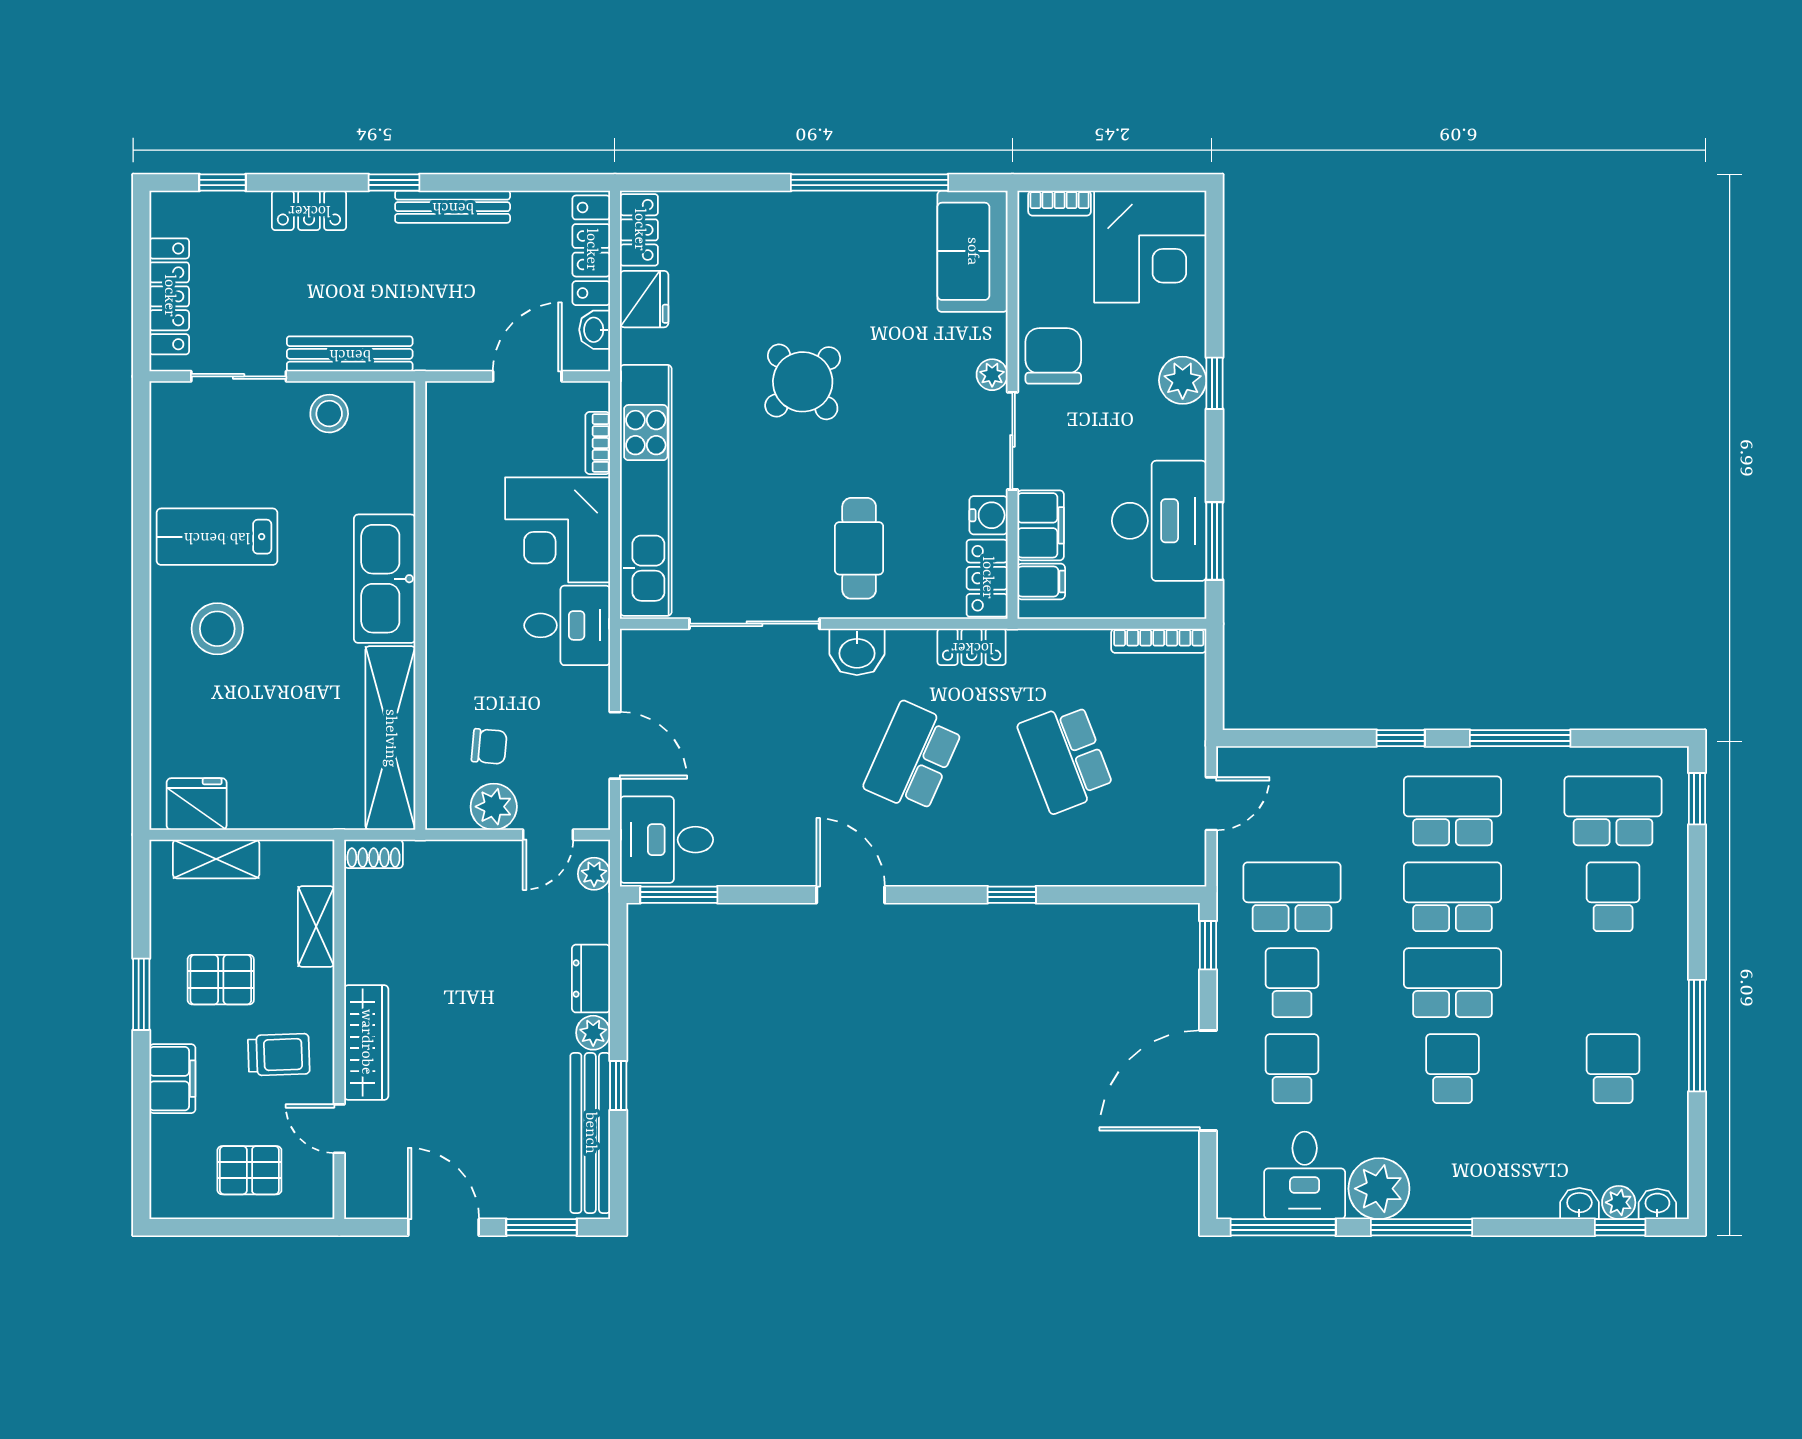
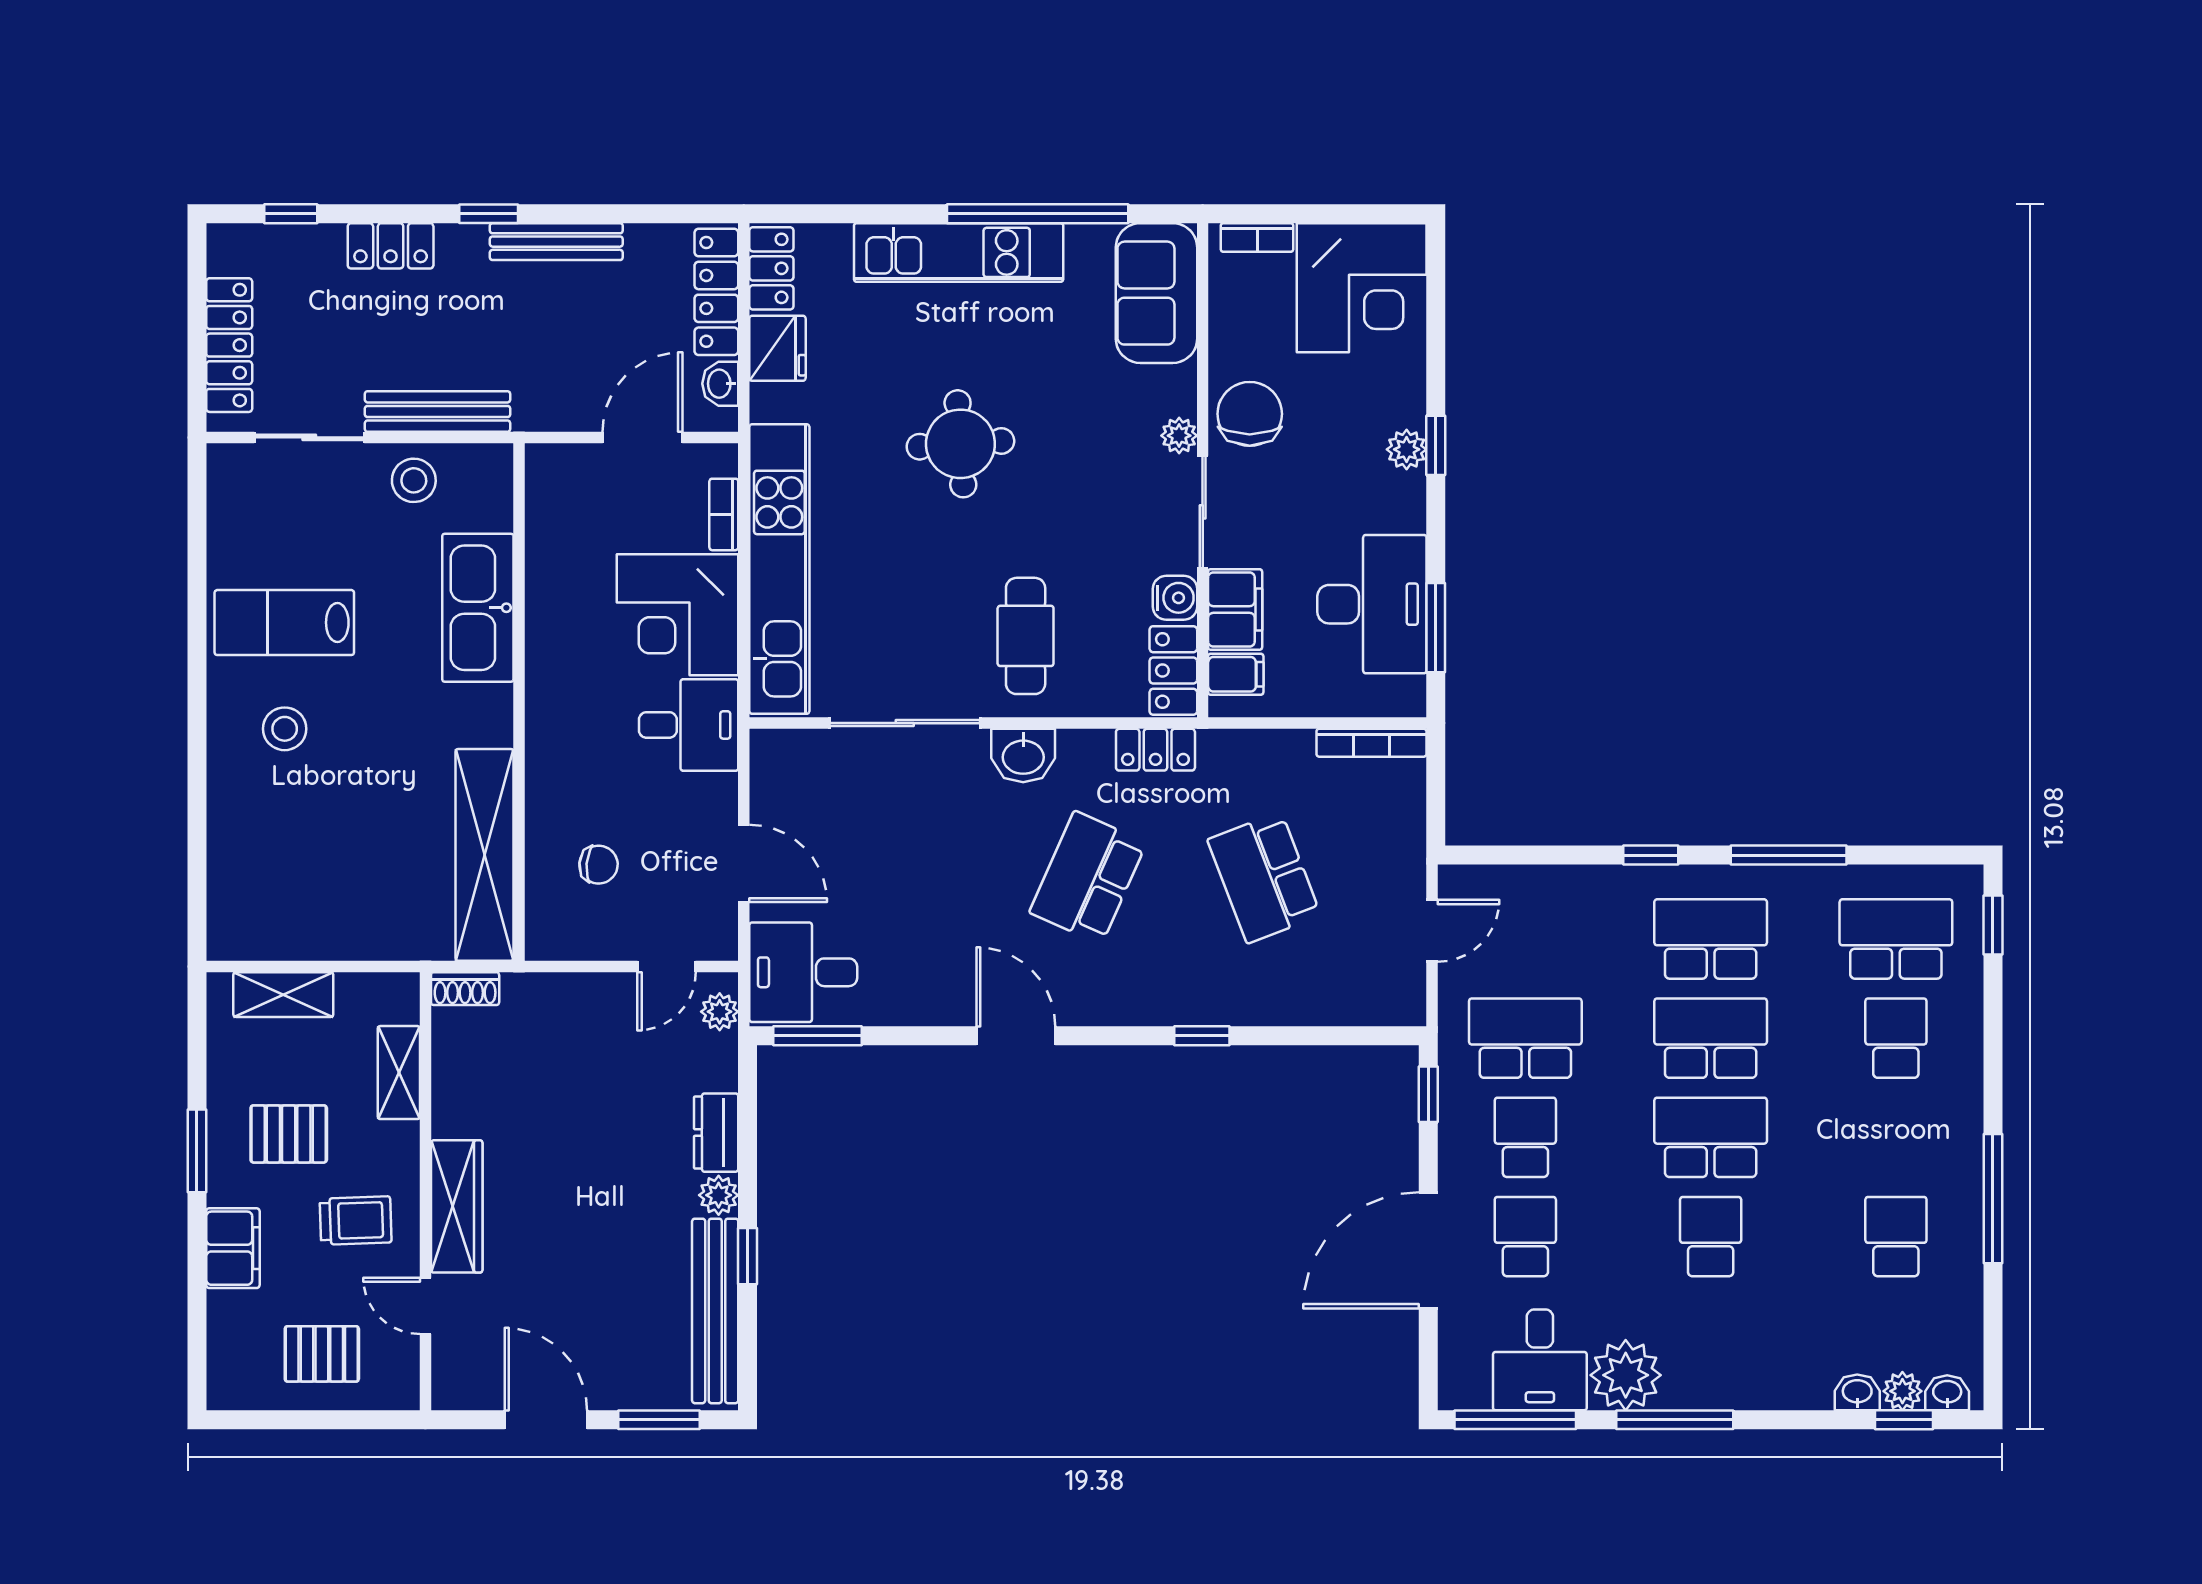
kitchen unit: (801, 216) -> (959, 252), added
plant: (1183, 380) -> (1407, 449), width x0.73, depth x0.73
round table: (803, 382) -> (960, 444), turned 38
kitchen sink: (385, 579) -> (478, 608), moved
stool: (217, 629) -> (285, 729), width x0.73, depth x0.73
fridge: (197, 804) -> (261, 931), removed
plant: (494, 807) -> (604, 934), removed

